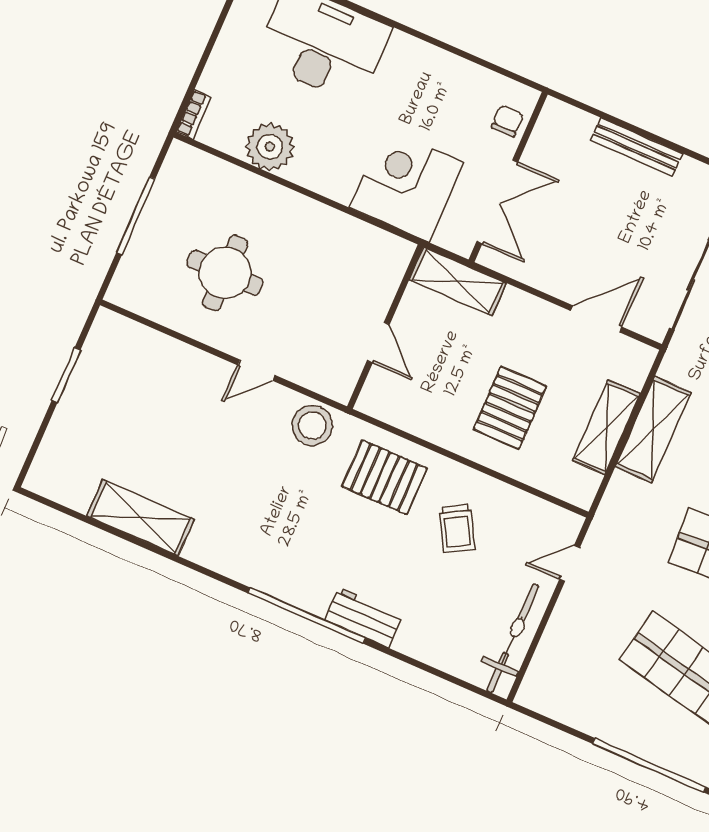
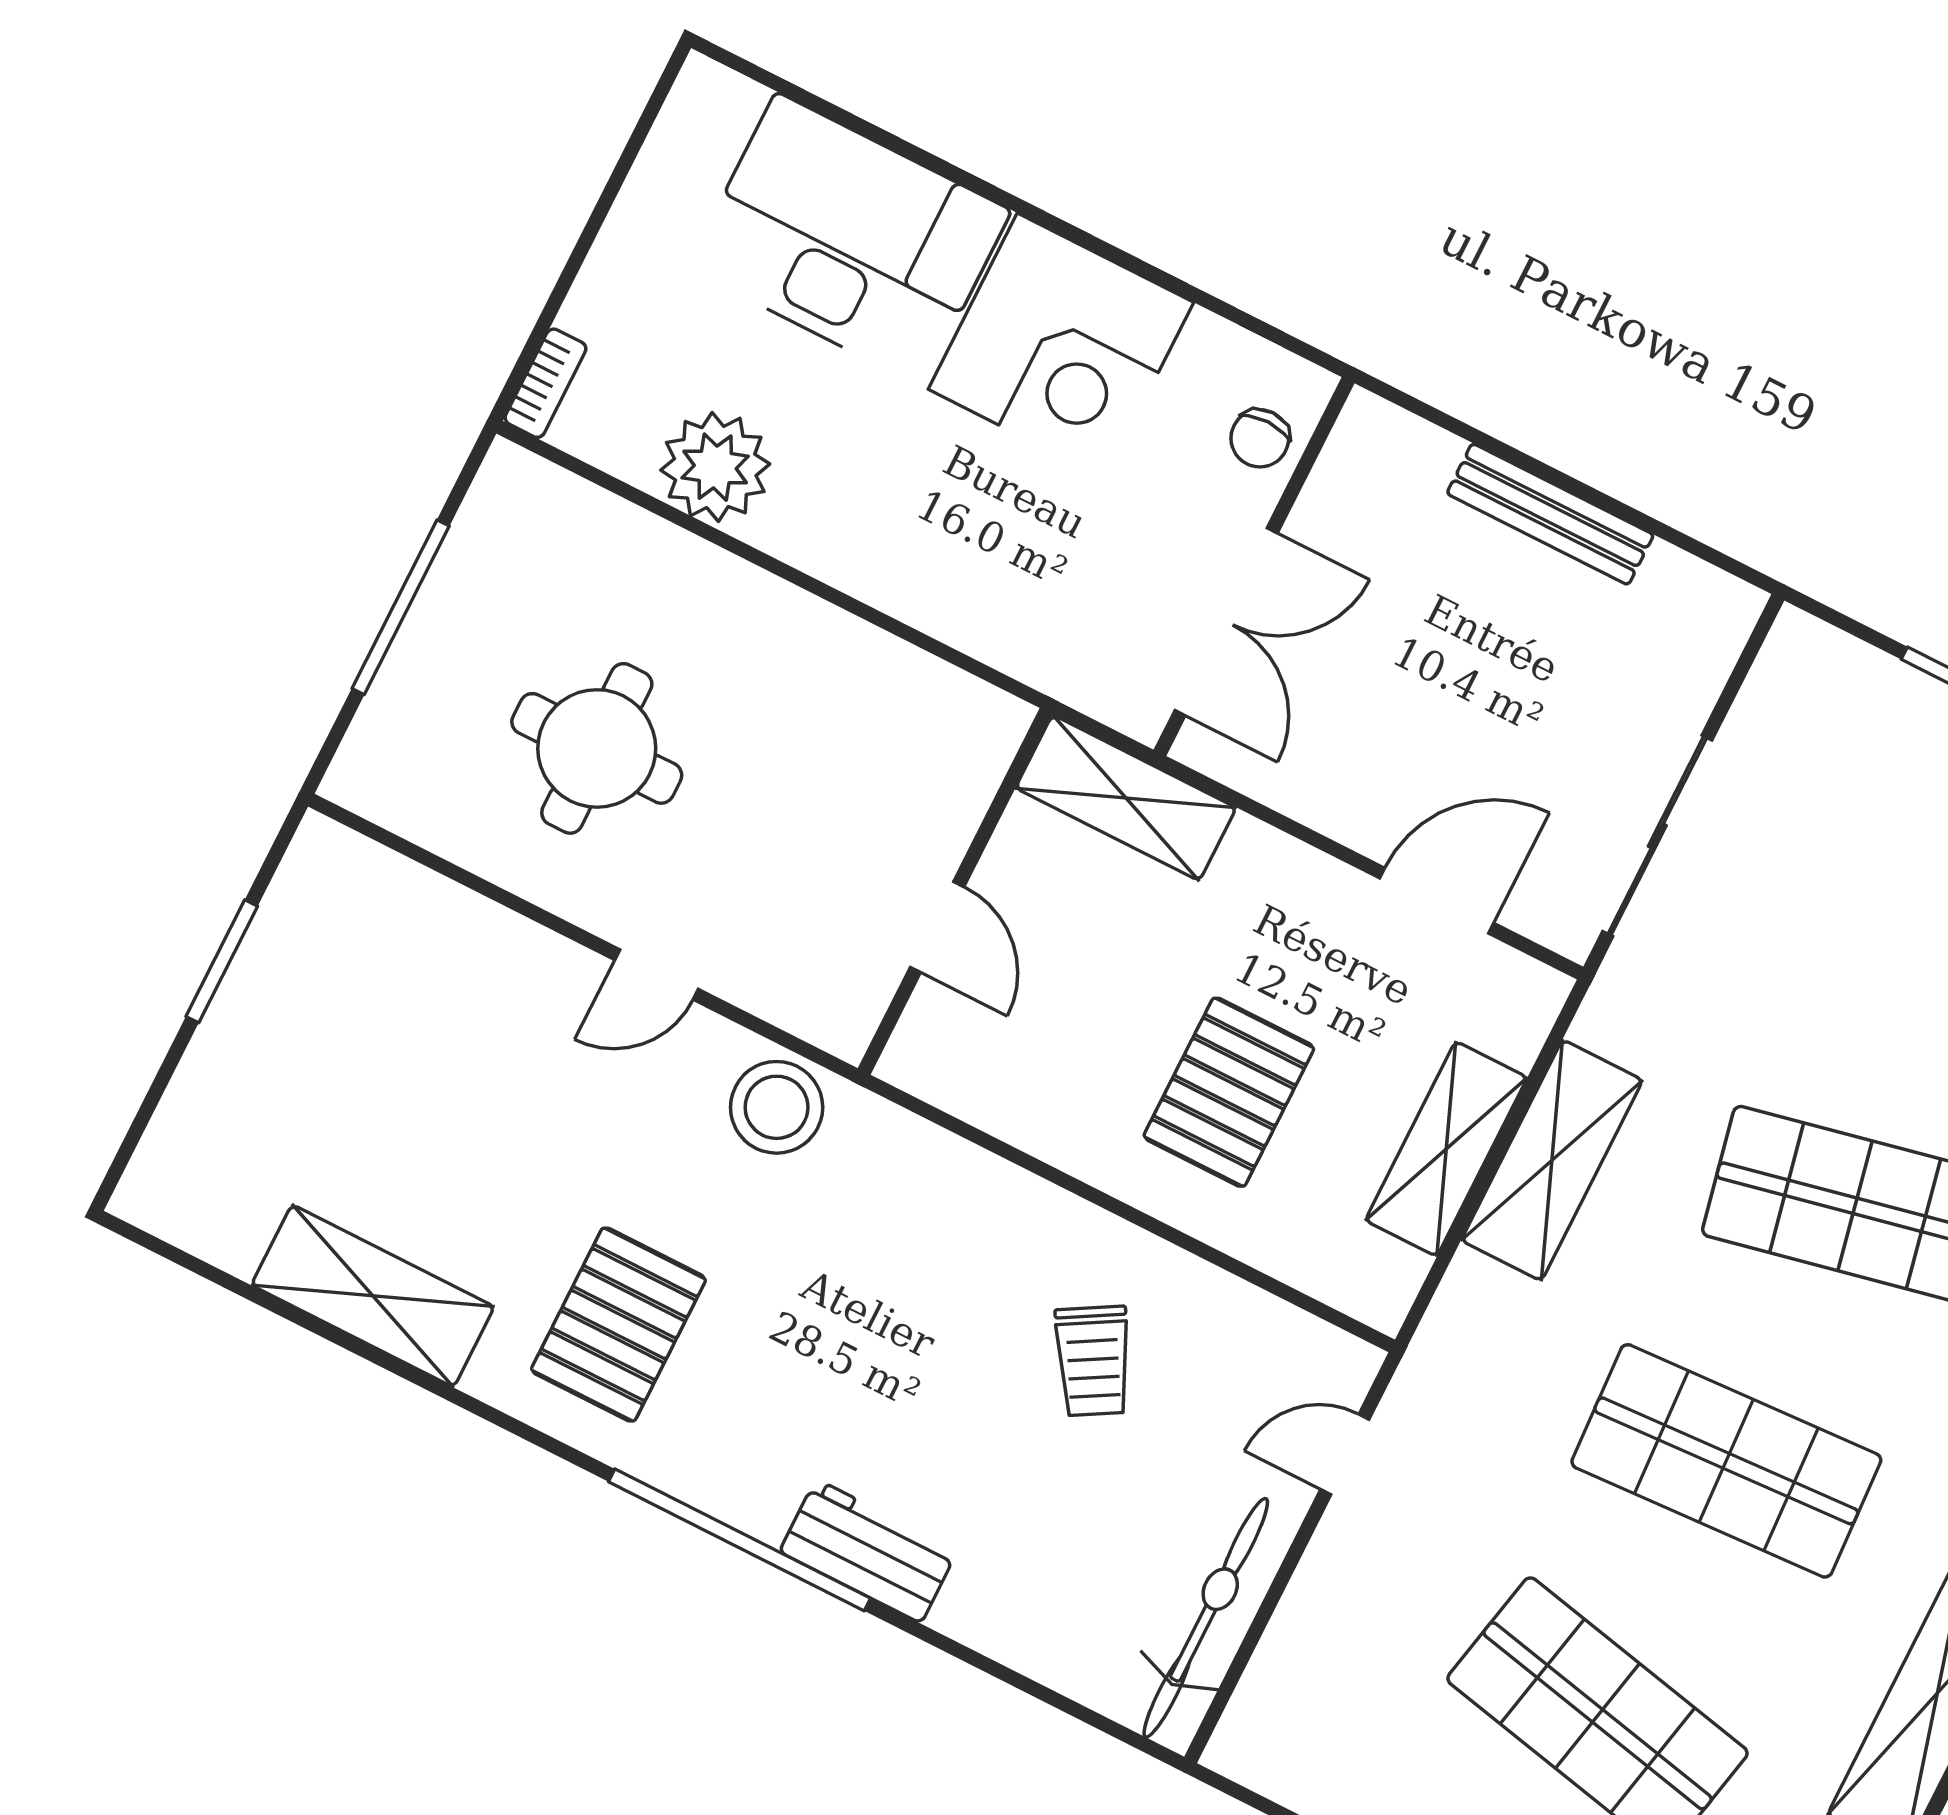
chair: (507, 121) -> (1260, 438), turned 180
corner desk: (407, 185) -> (1061, 346), moved, turned 180
pallet: (384, 477) -> (618, 1325), moved, turned 90

